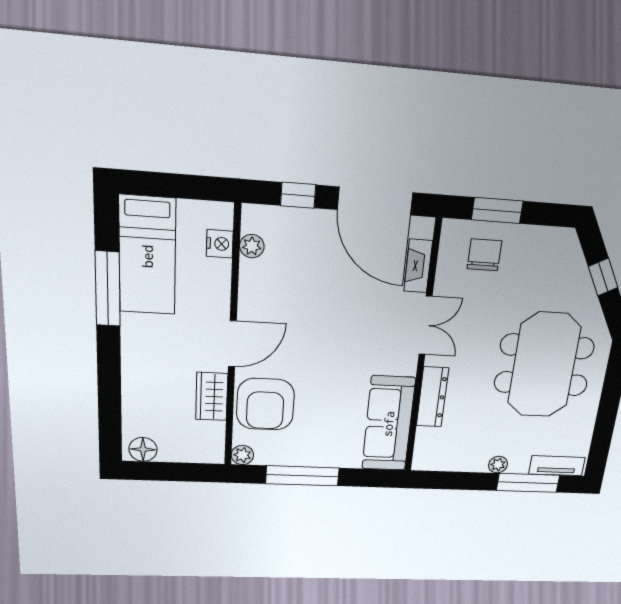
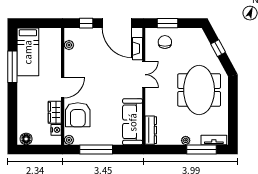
nightstand: (220, 244) -> (56, 130), moved
dresser: (432, 397) -> (151, 130), moved

